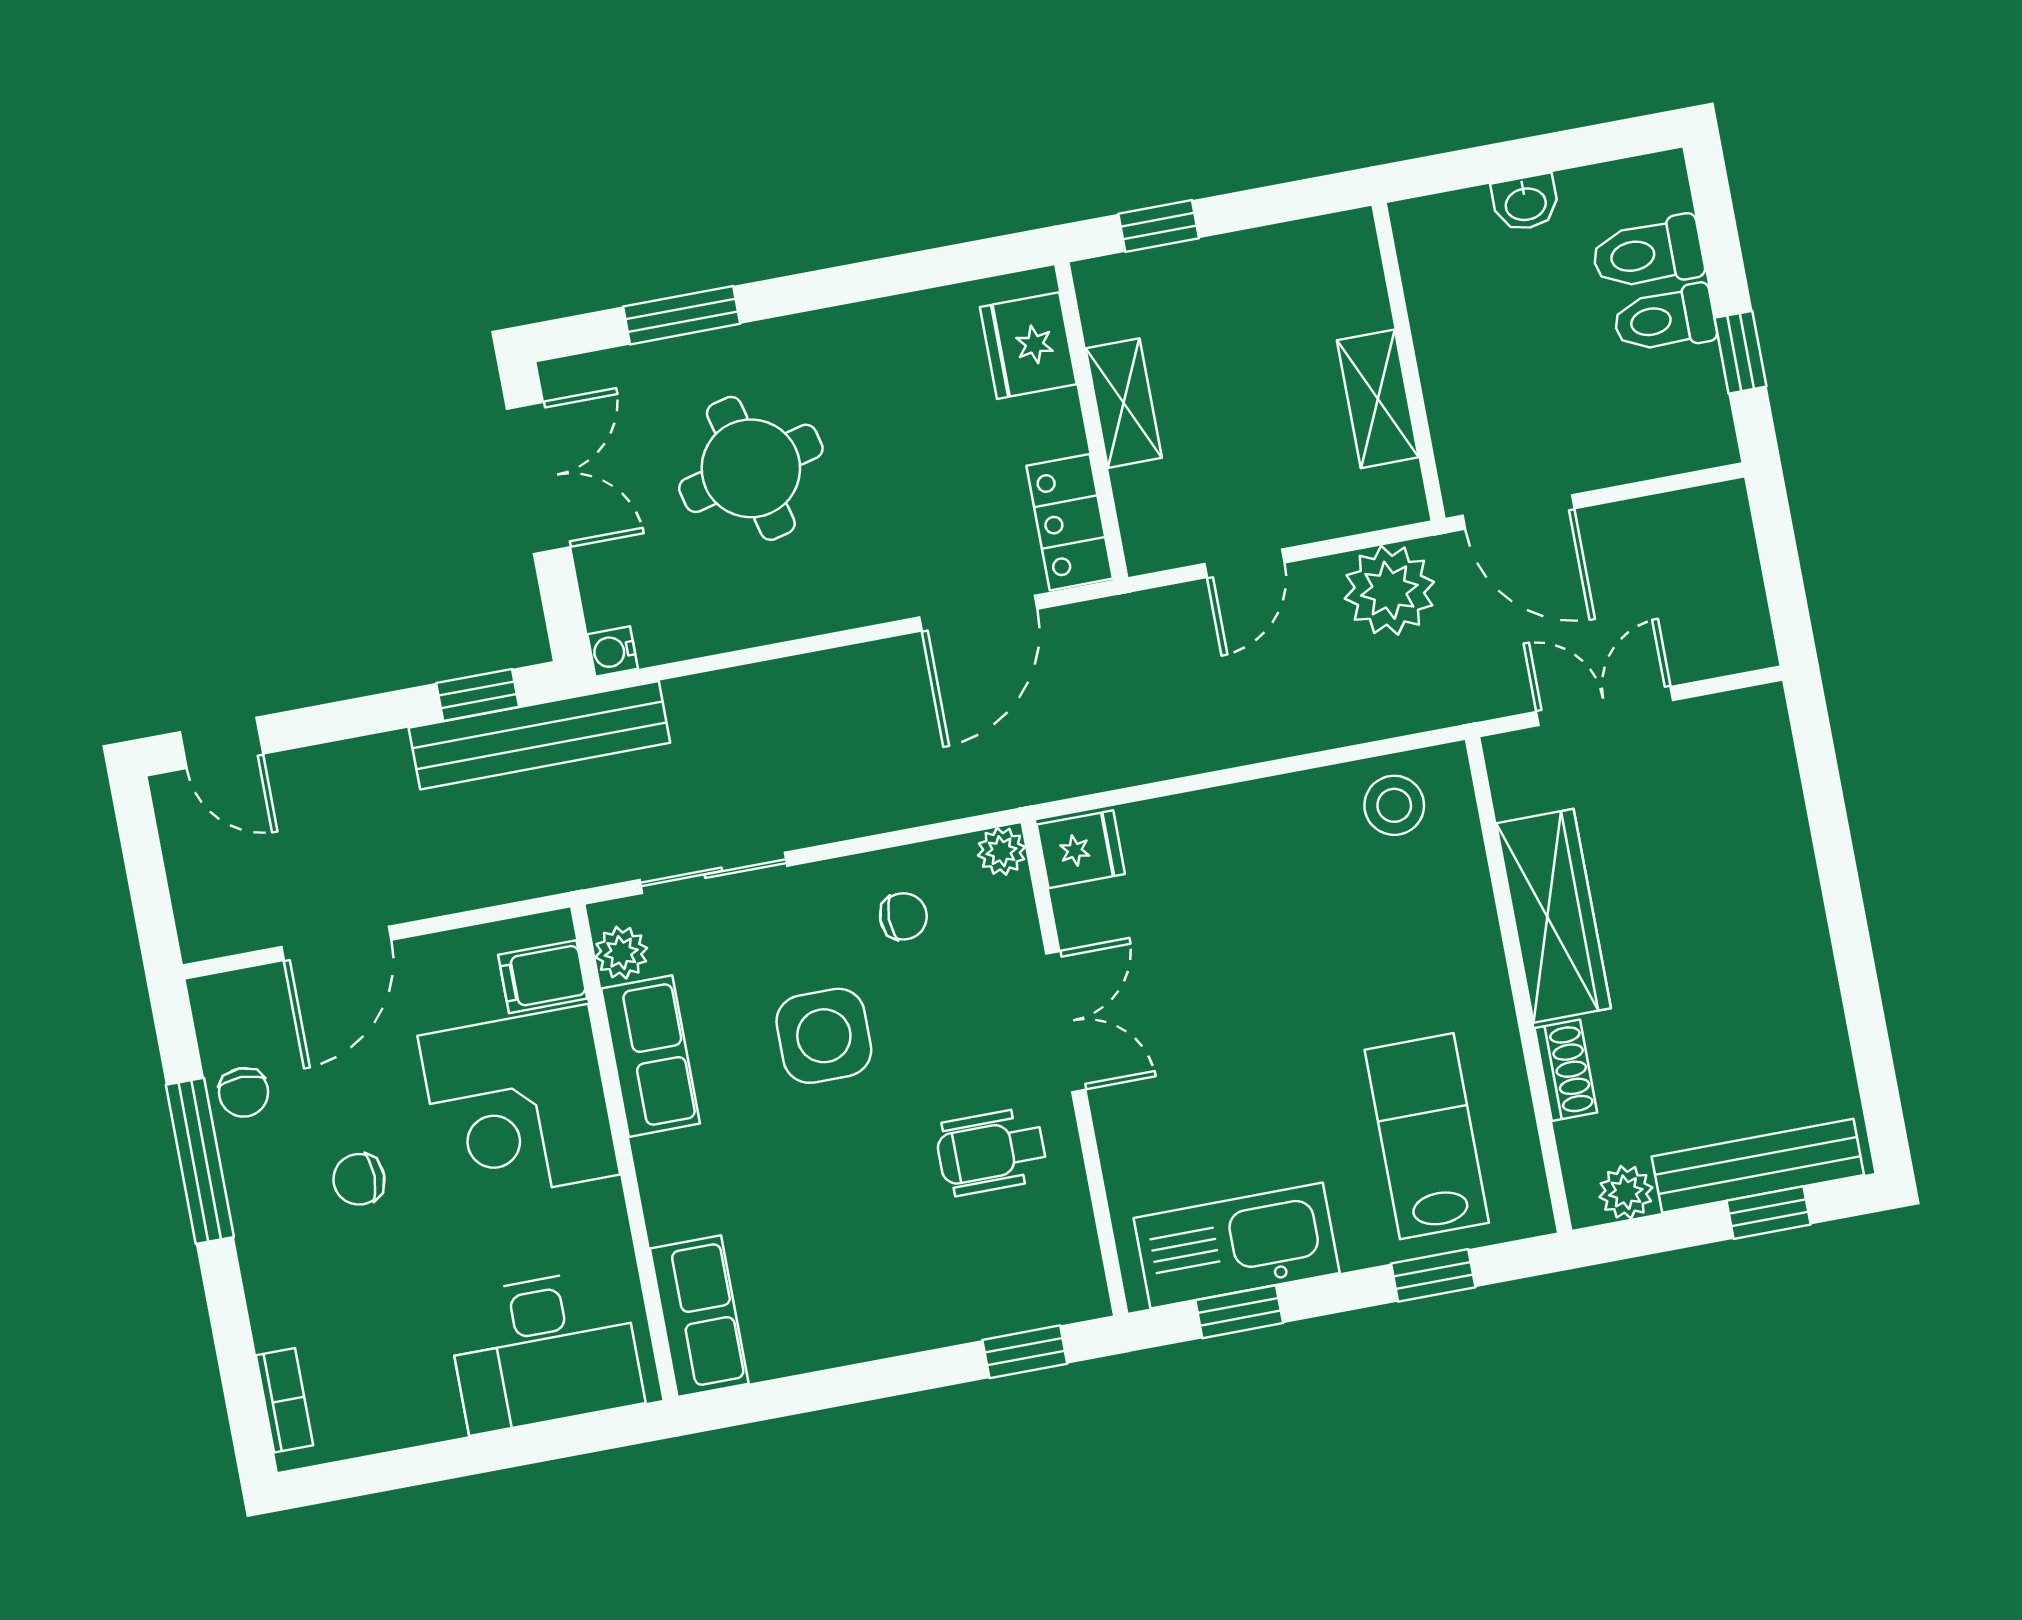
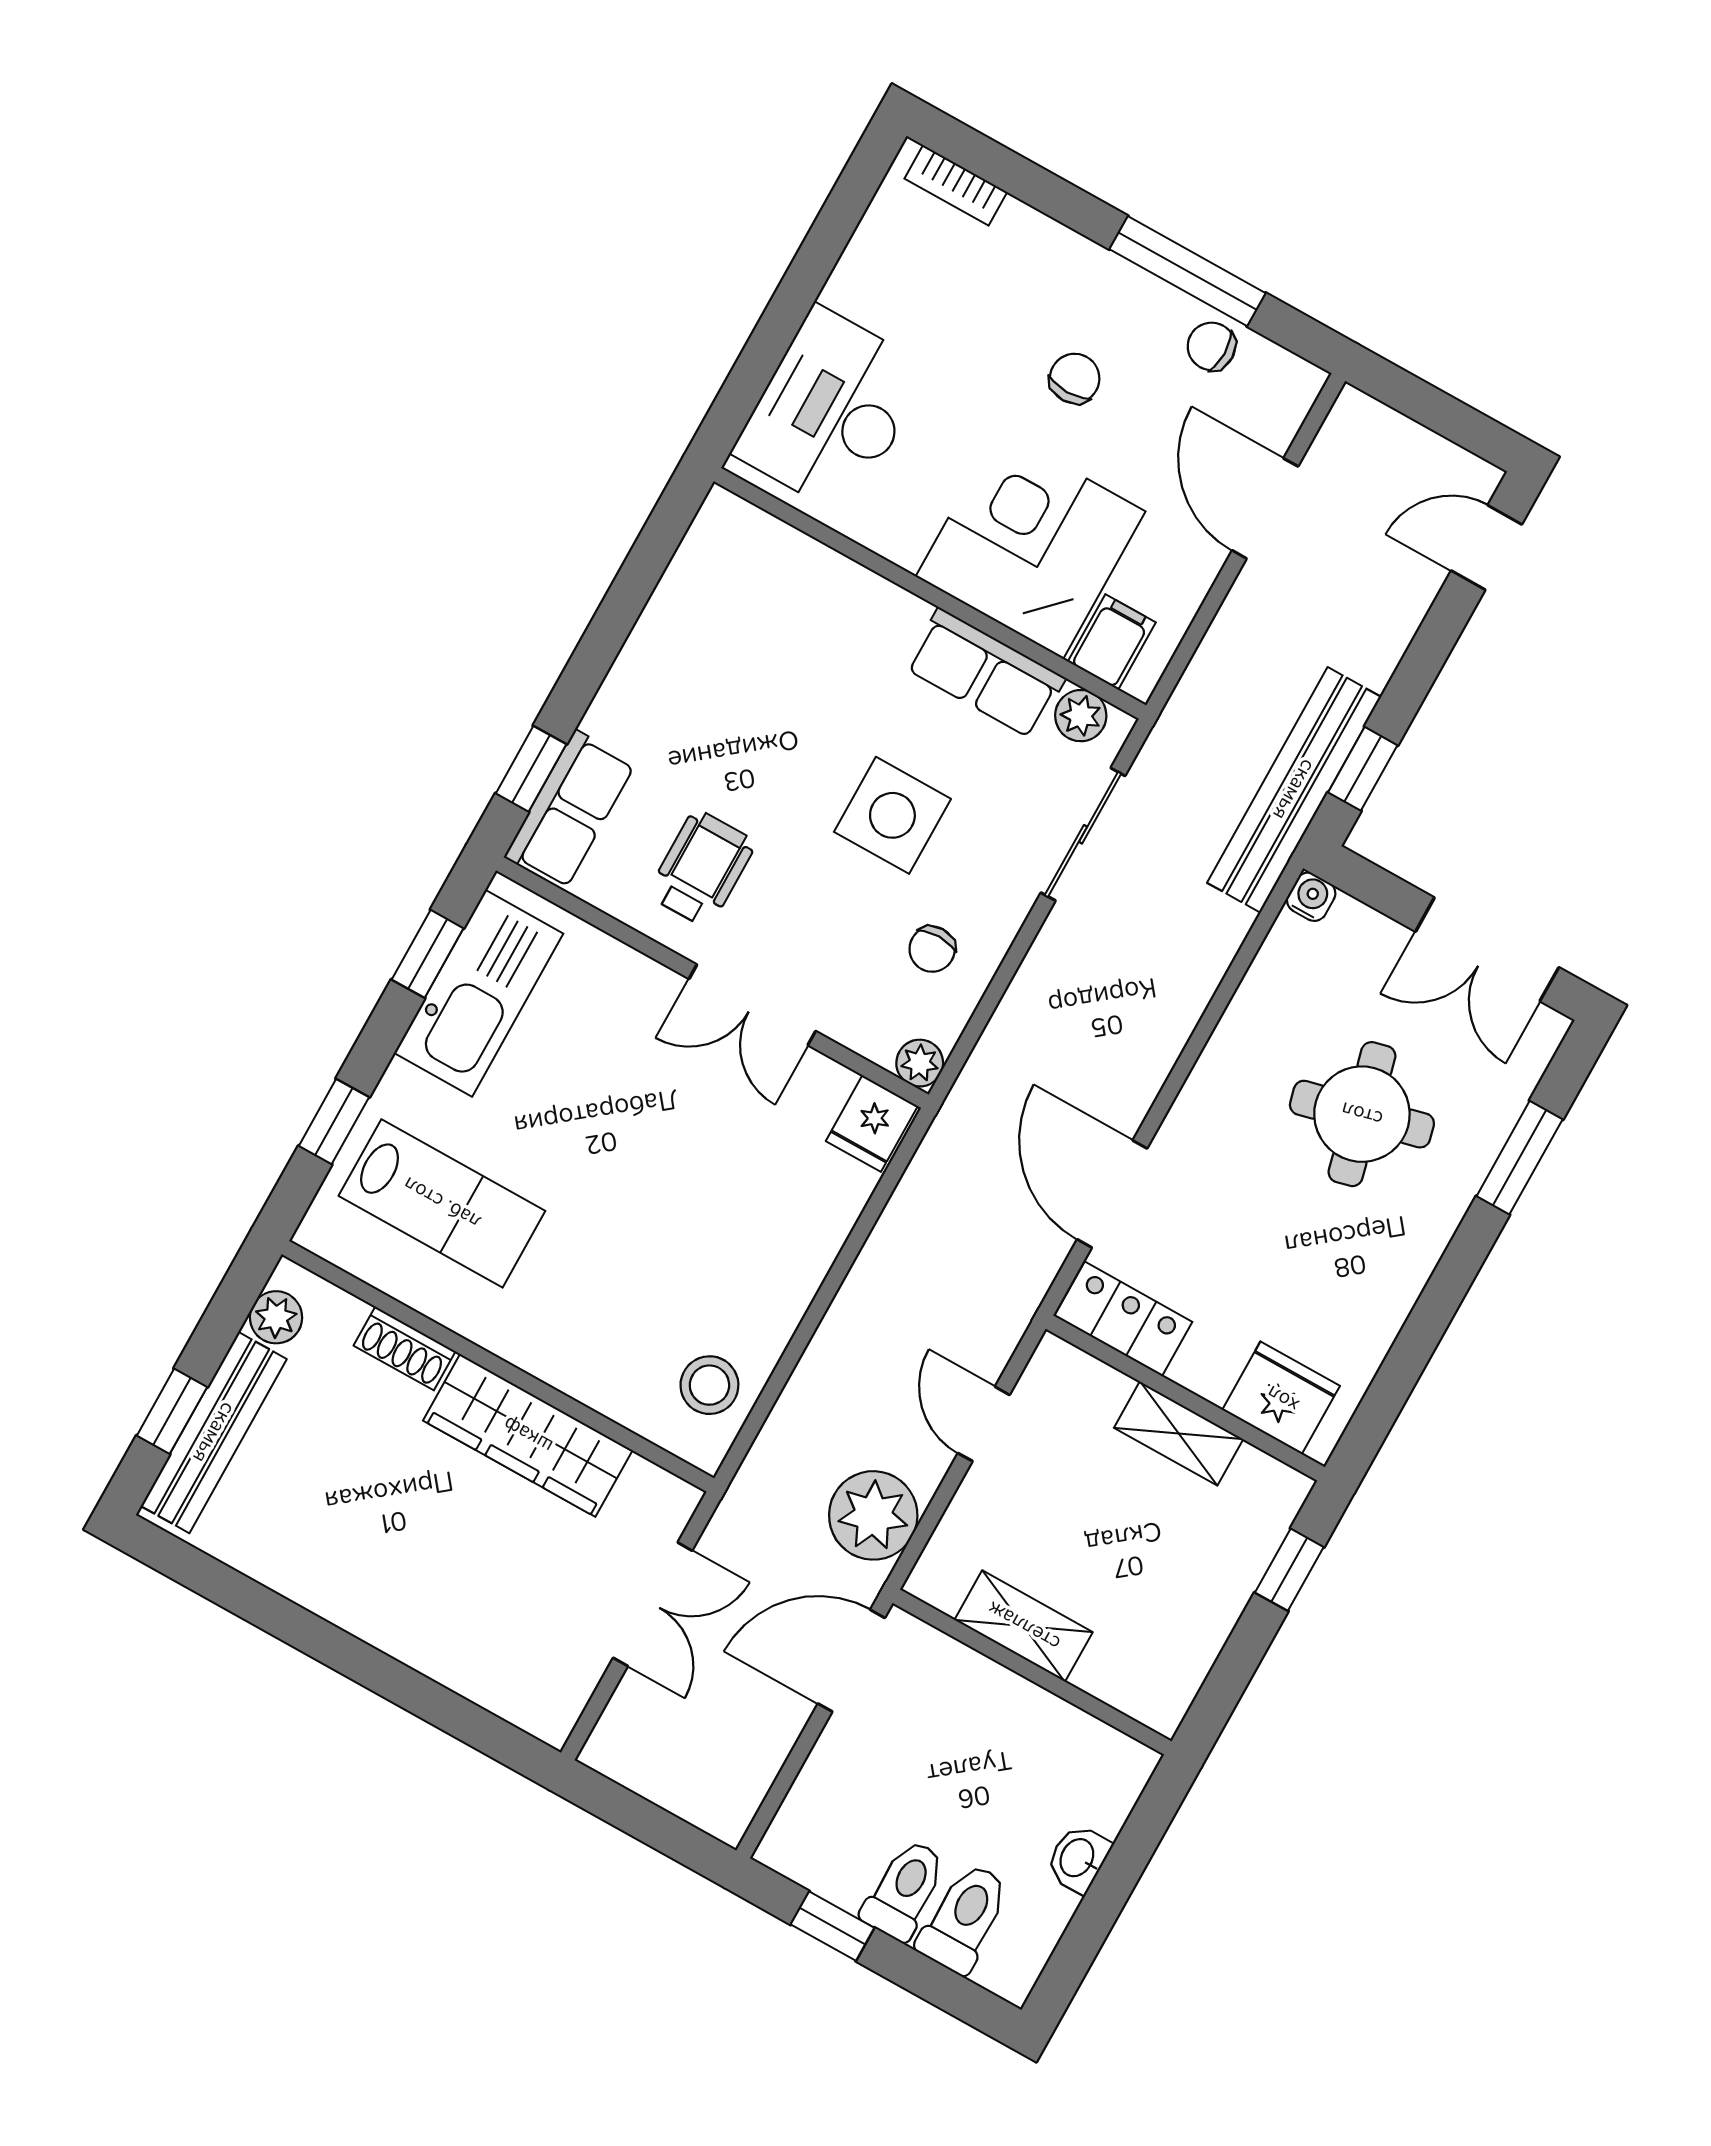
row of seats: (699, 1316) -> (570, 810), moved, turned -90

